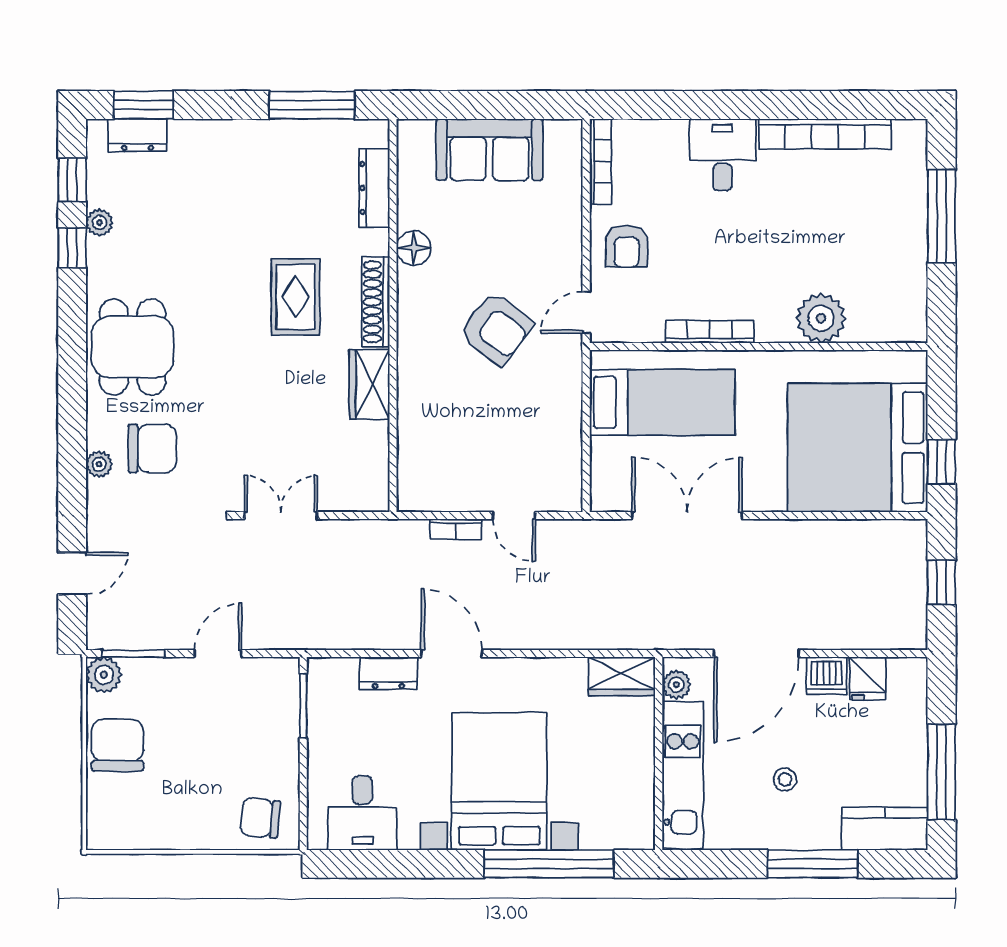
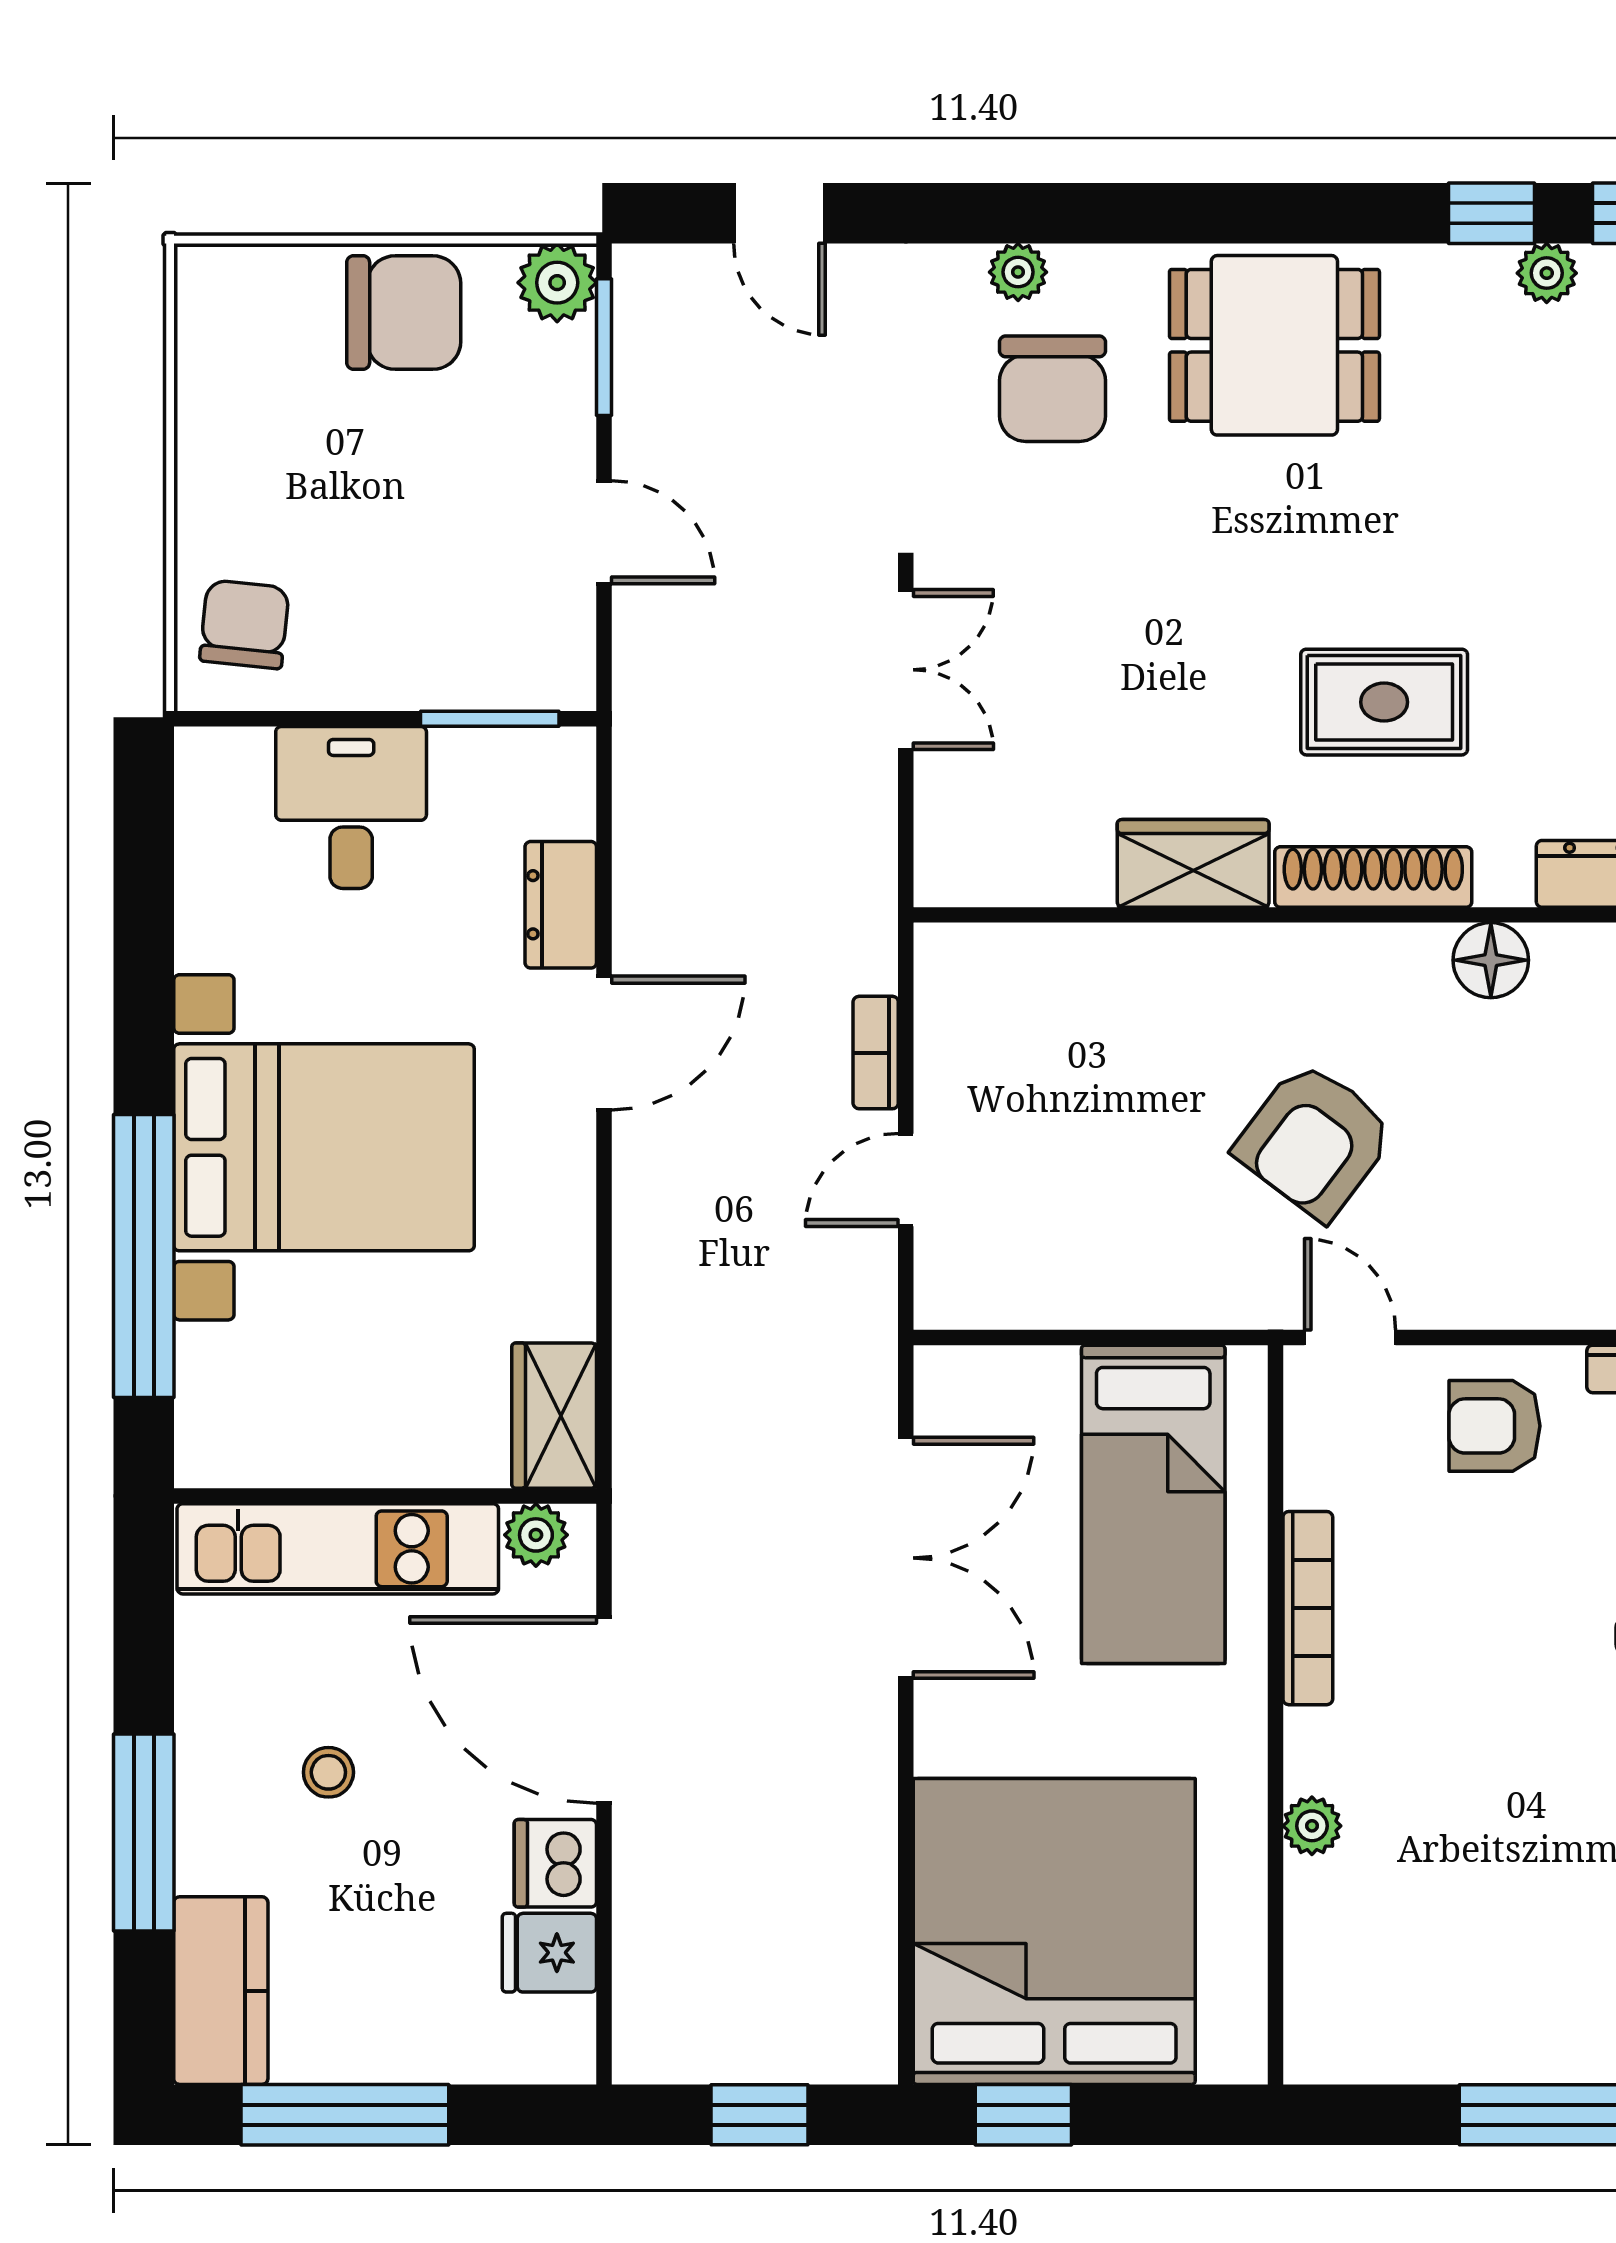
plant: (821, 318) -> (1312, 1826), width x0.53, depth x0.53
desk: (362, 813) -> (351, 807), moved, turned 90

